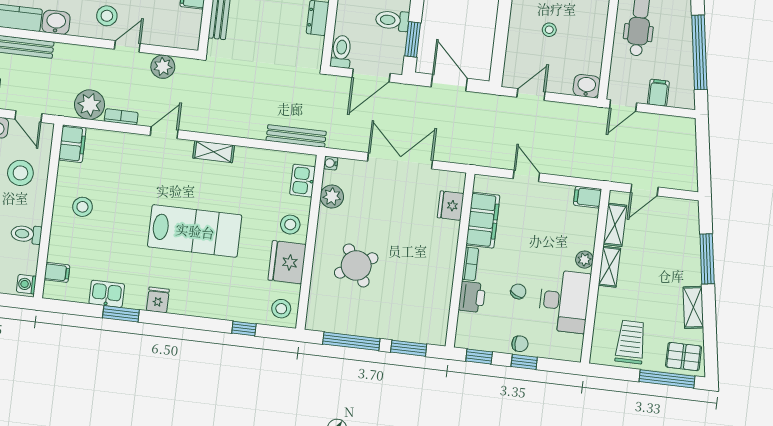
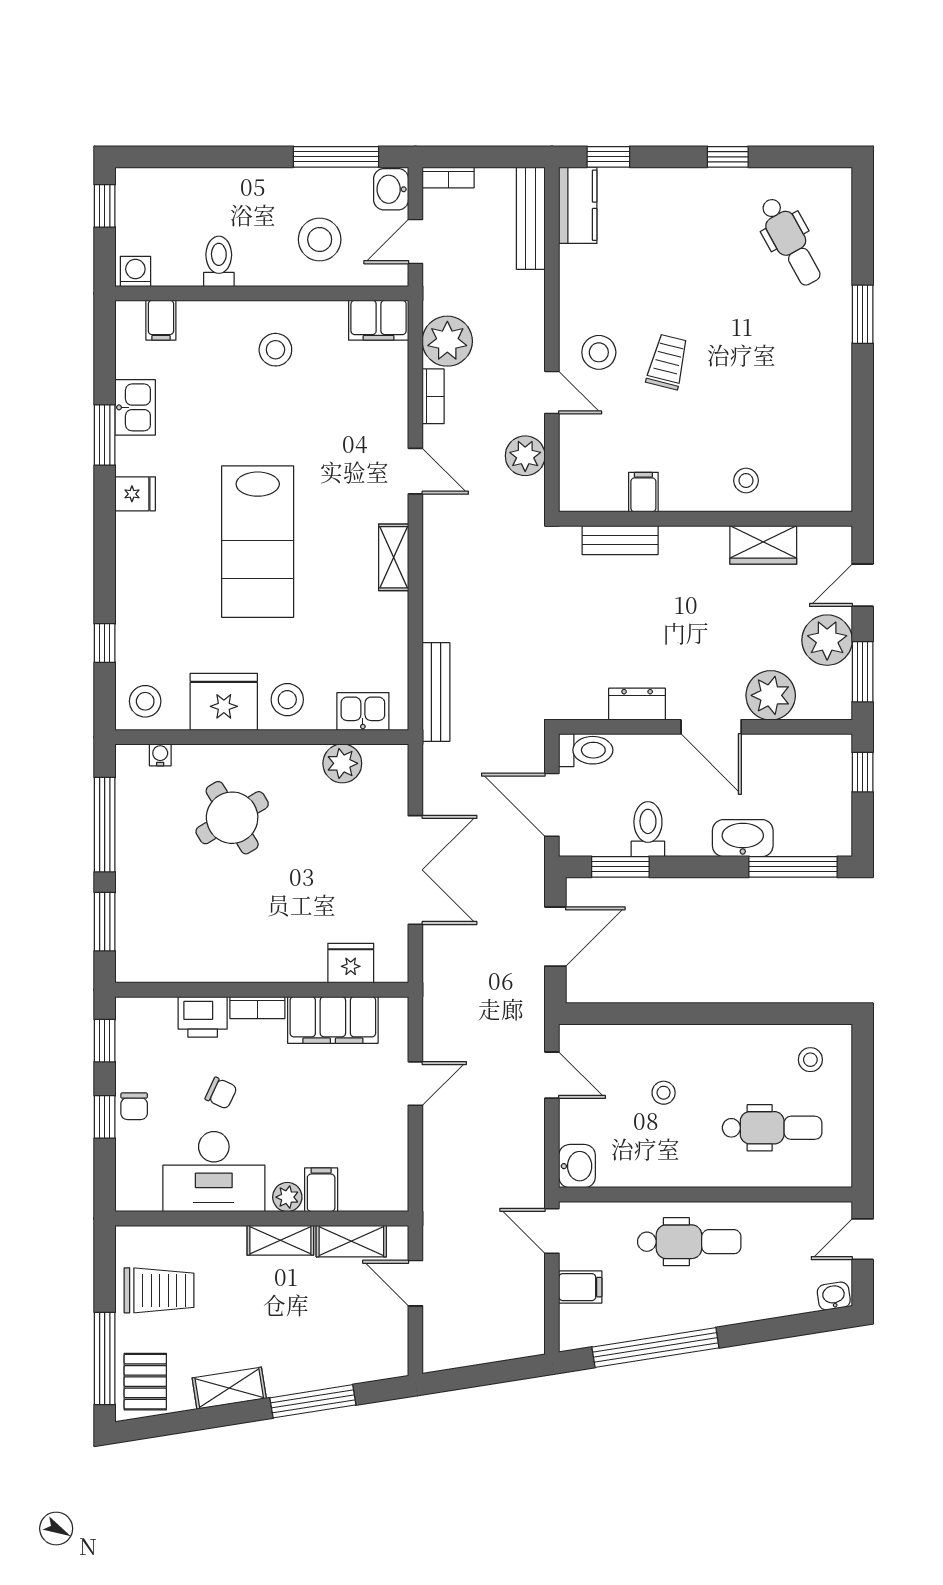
washbasin: (56, 22) -> (578, 269), removed
water cooler: (331, 163) -> (160, 755), moved
filing cabinet: (587, 197) -> (321, 1190), moved

